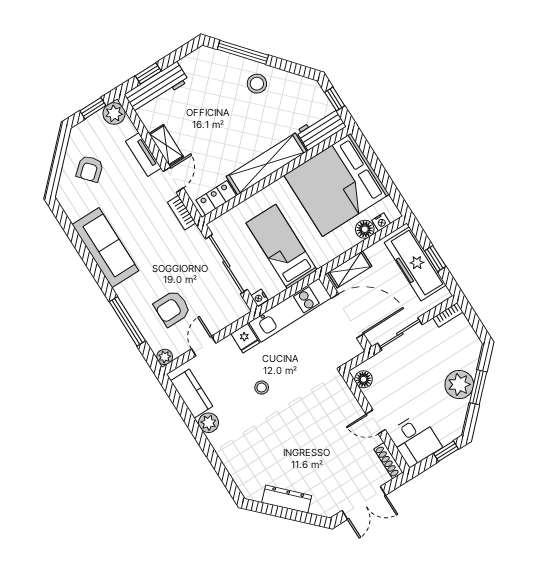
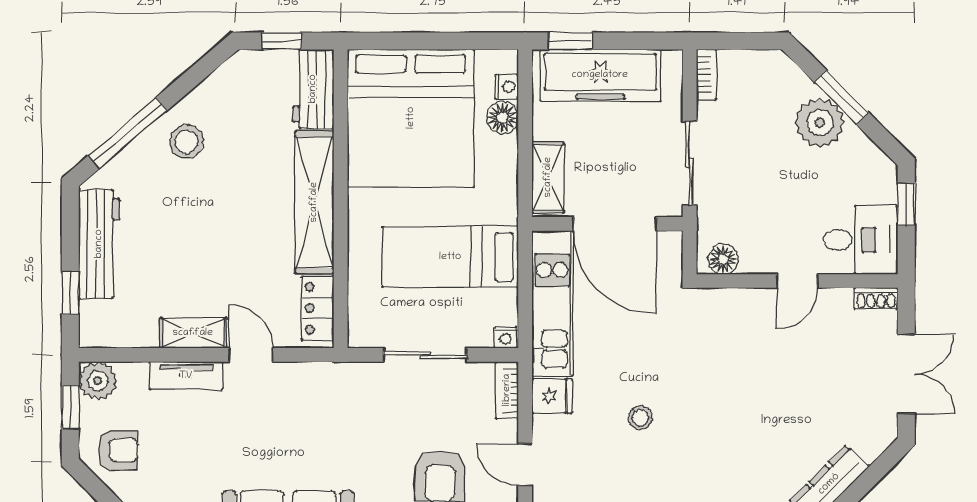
workbench: (156, 88) -> (99, 244), moved
armchair: (90, 169) -> (118, 450), moved, turned -49
bookcase: (182, 213) -> (507, 390), moved, turned 90
window: (435, 259) -> (571, 41), moved
sliding door: (226, 264) -> (425, 355), width x0.73
door: (348, 316) -> (615, 224), swing flipped
shoe rack: (388, 461) -> (876, 298), width x0.70

